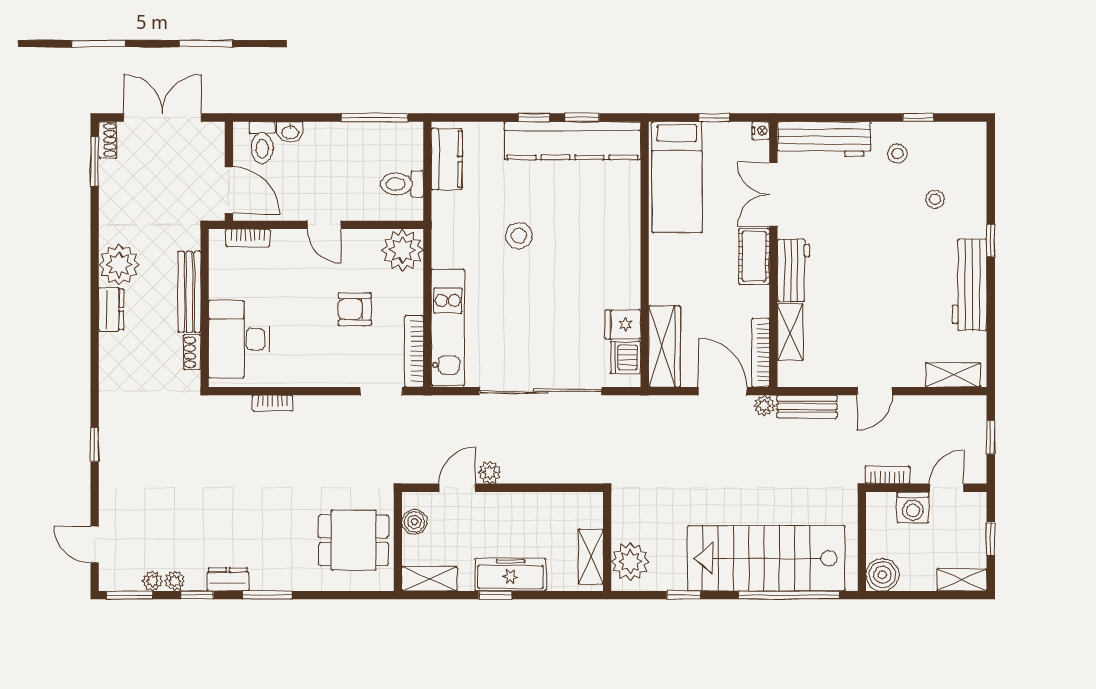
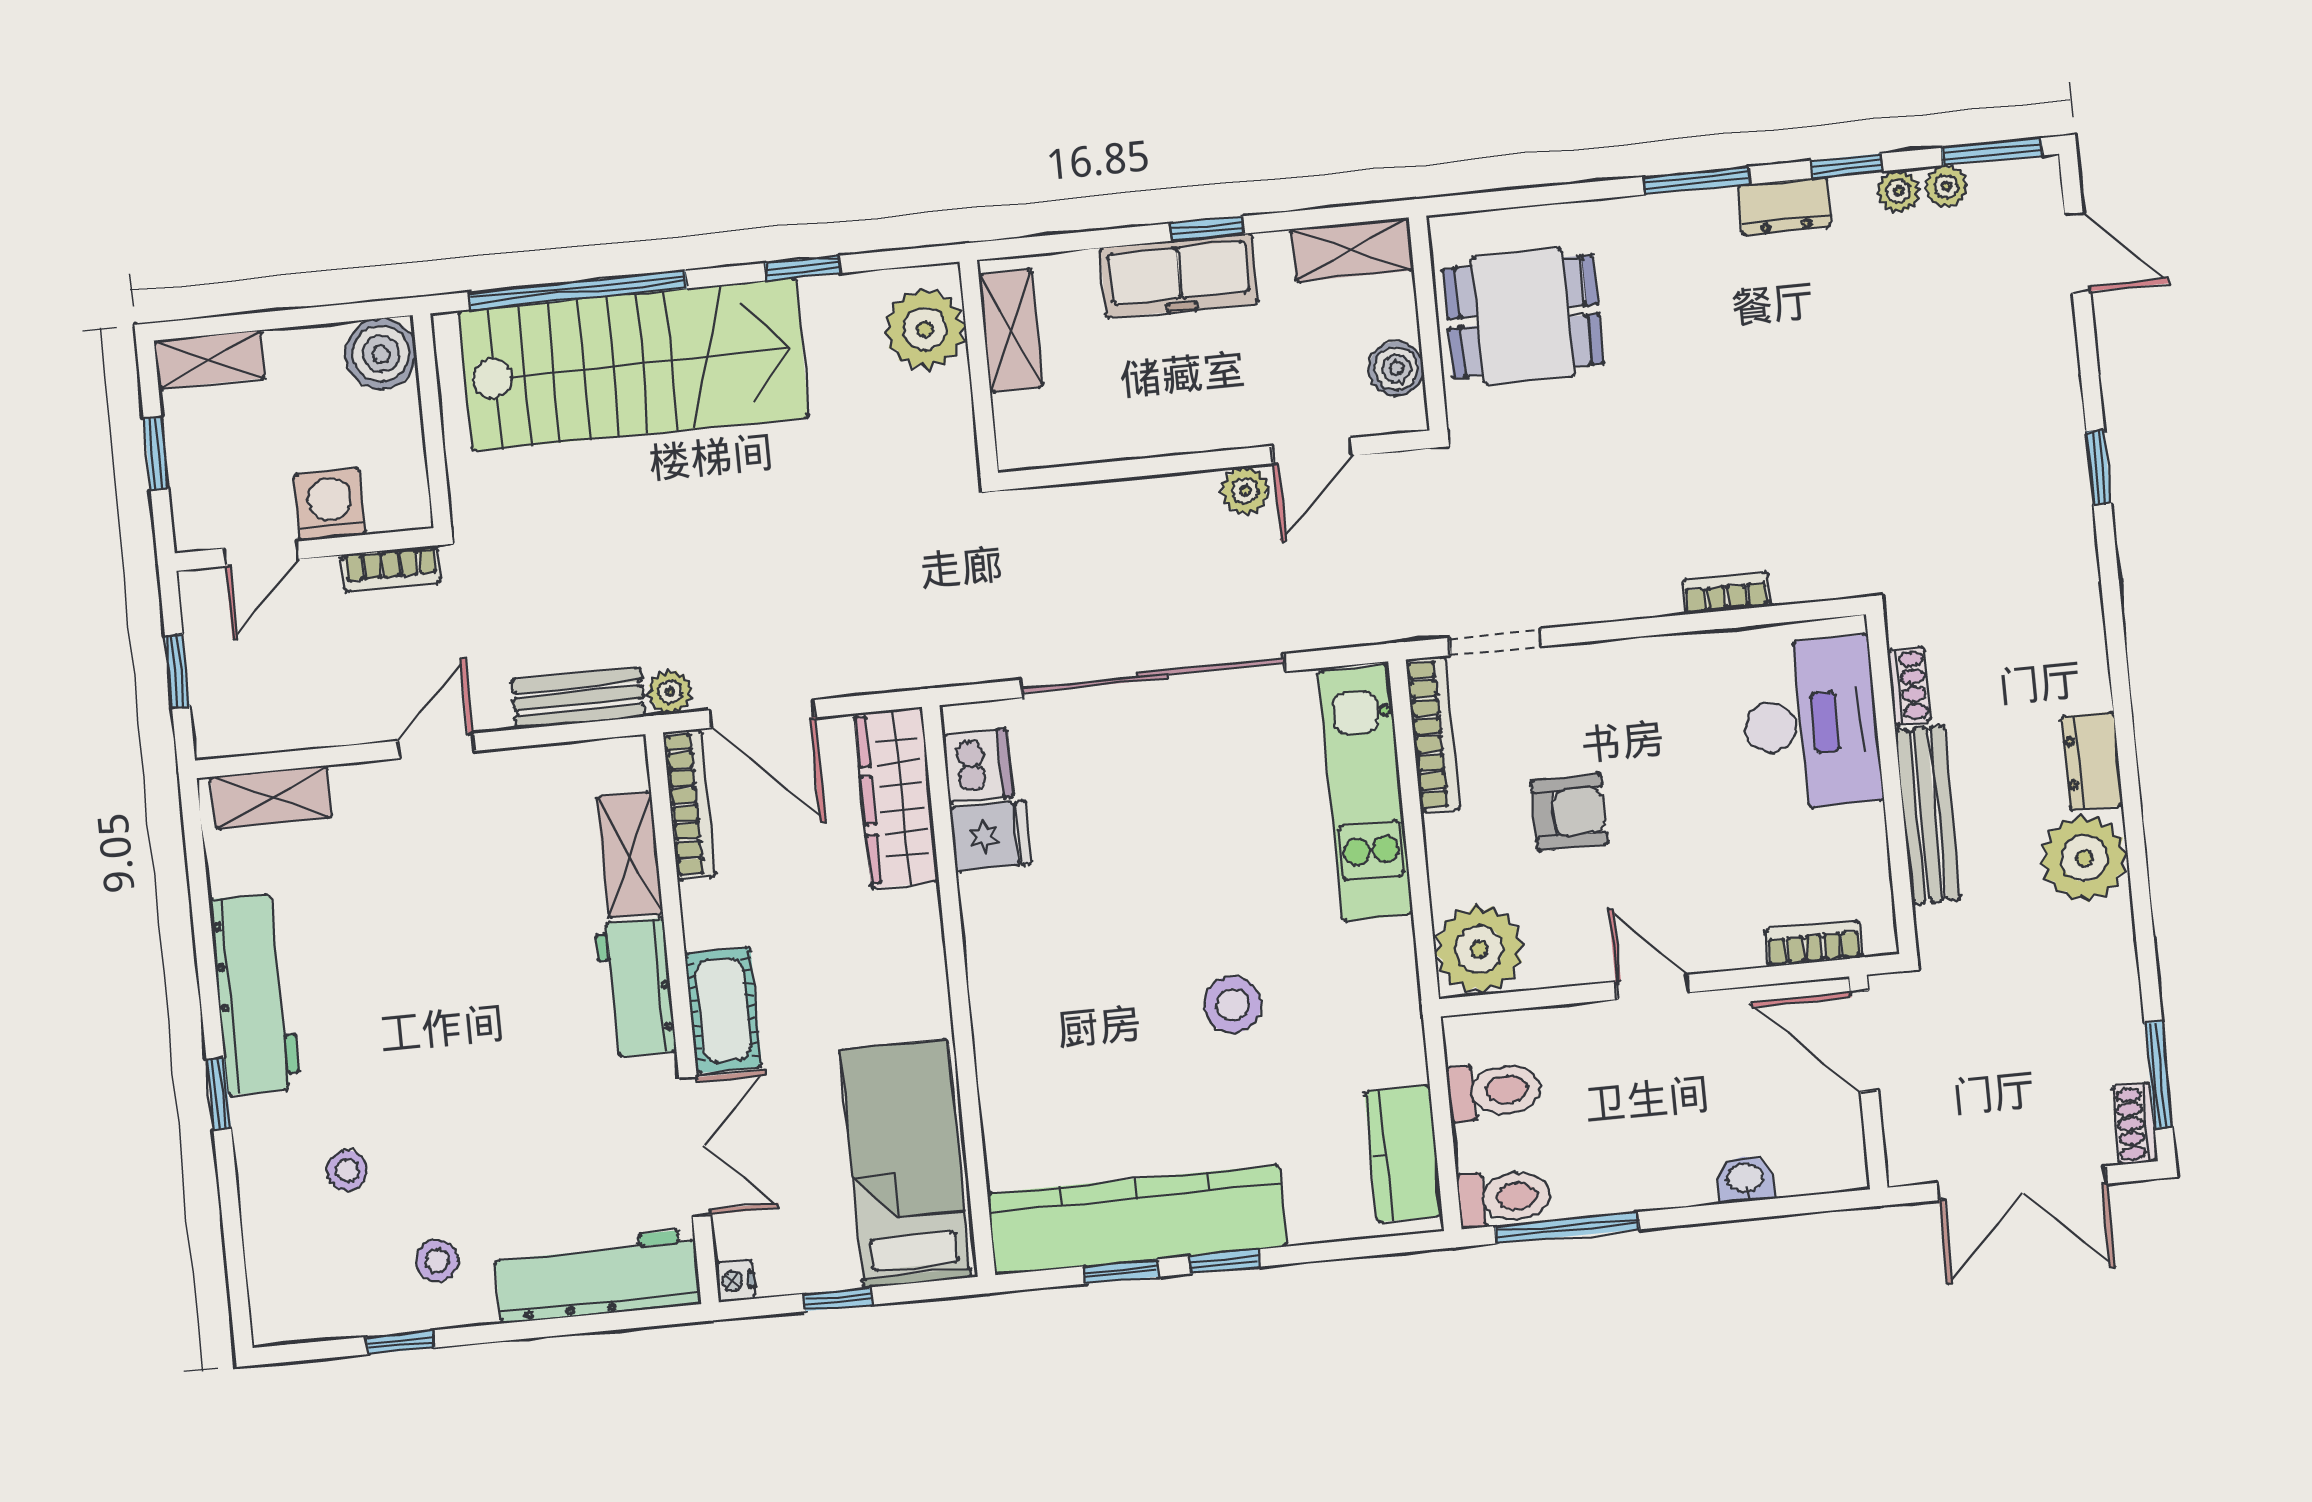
toilet: (262, 143) -> (1504, 1198), moved, turned 90

